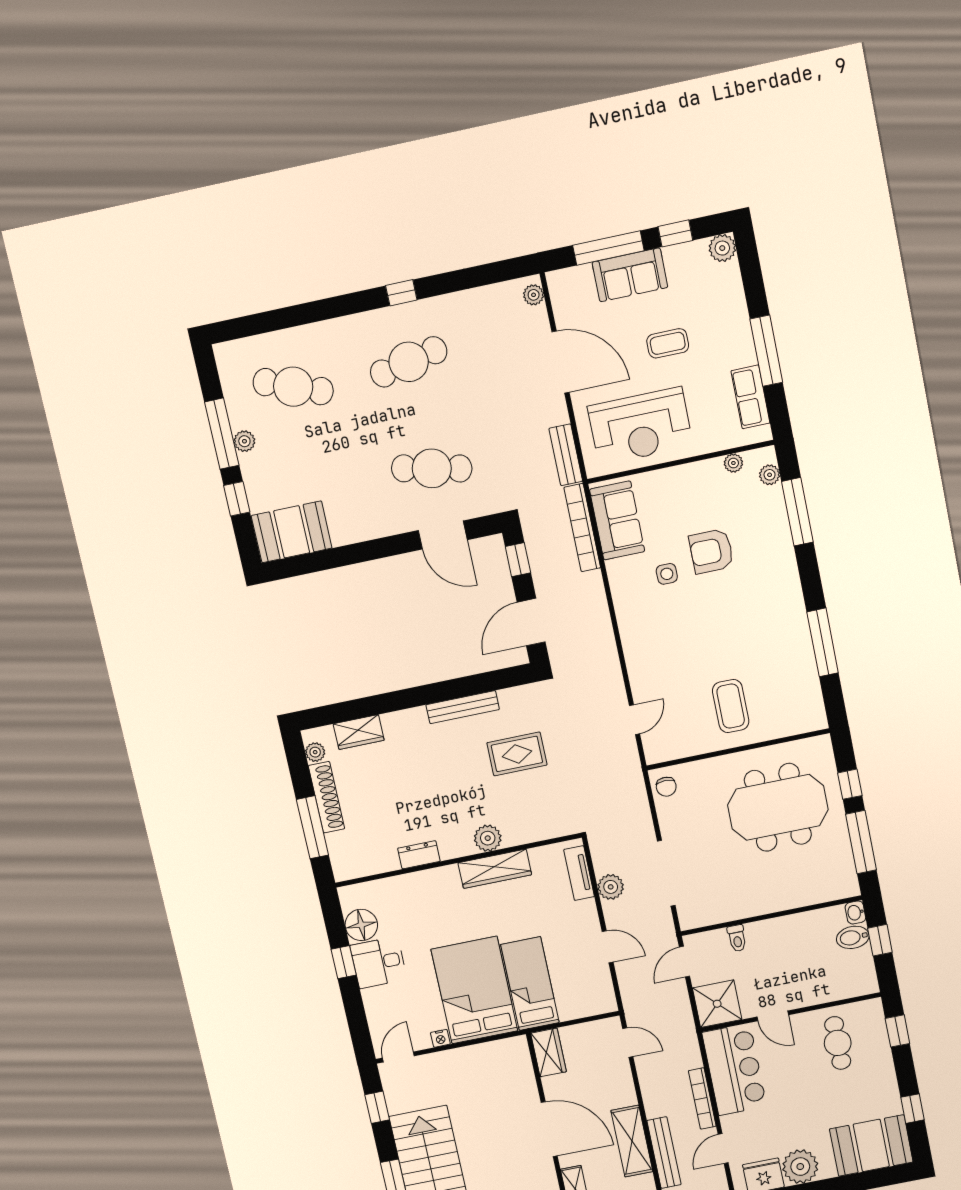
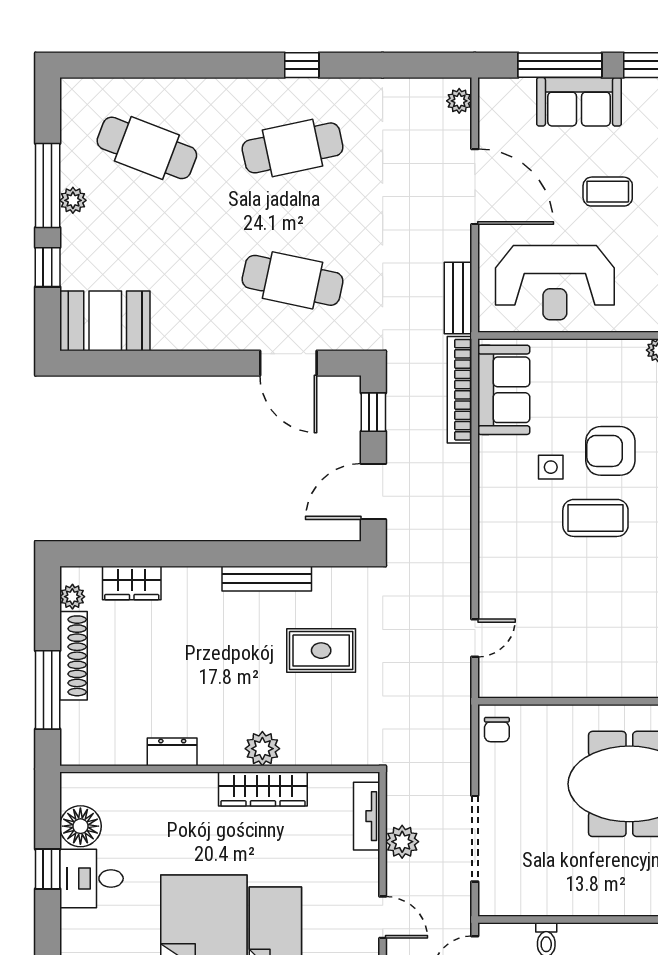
coffee table: (731, 706) -> (595, 518), moved, turned 90

